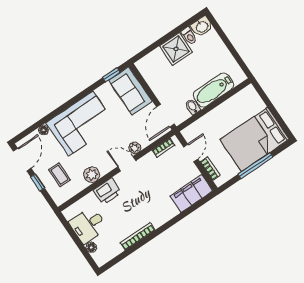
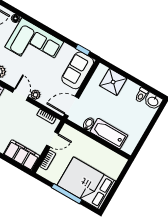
shower: (176, 49) -> (113, 82), moved

